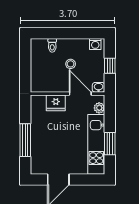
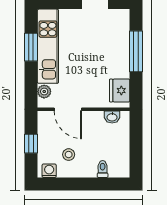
stool: (71, 64) -> (69, 155), moved
washbasin: (99, 87) -> (112, 117), moved
fridge: (56, 103) -> (120, 91), moved, turned -90

